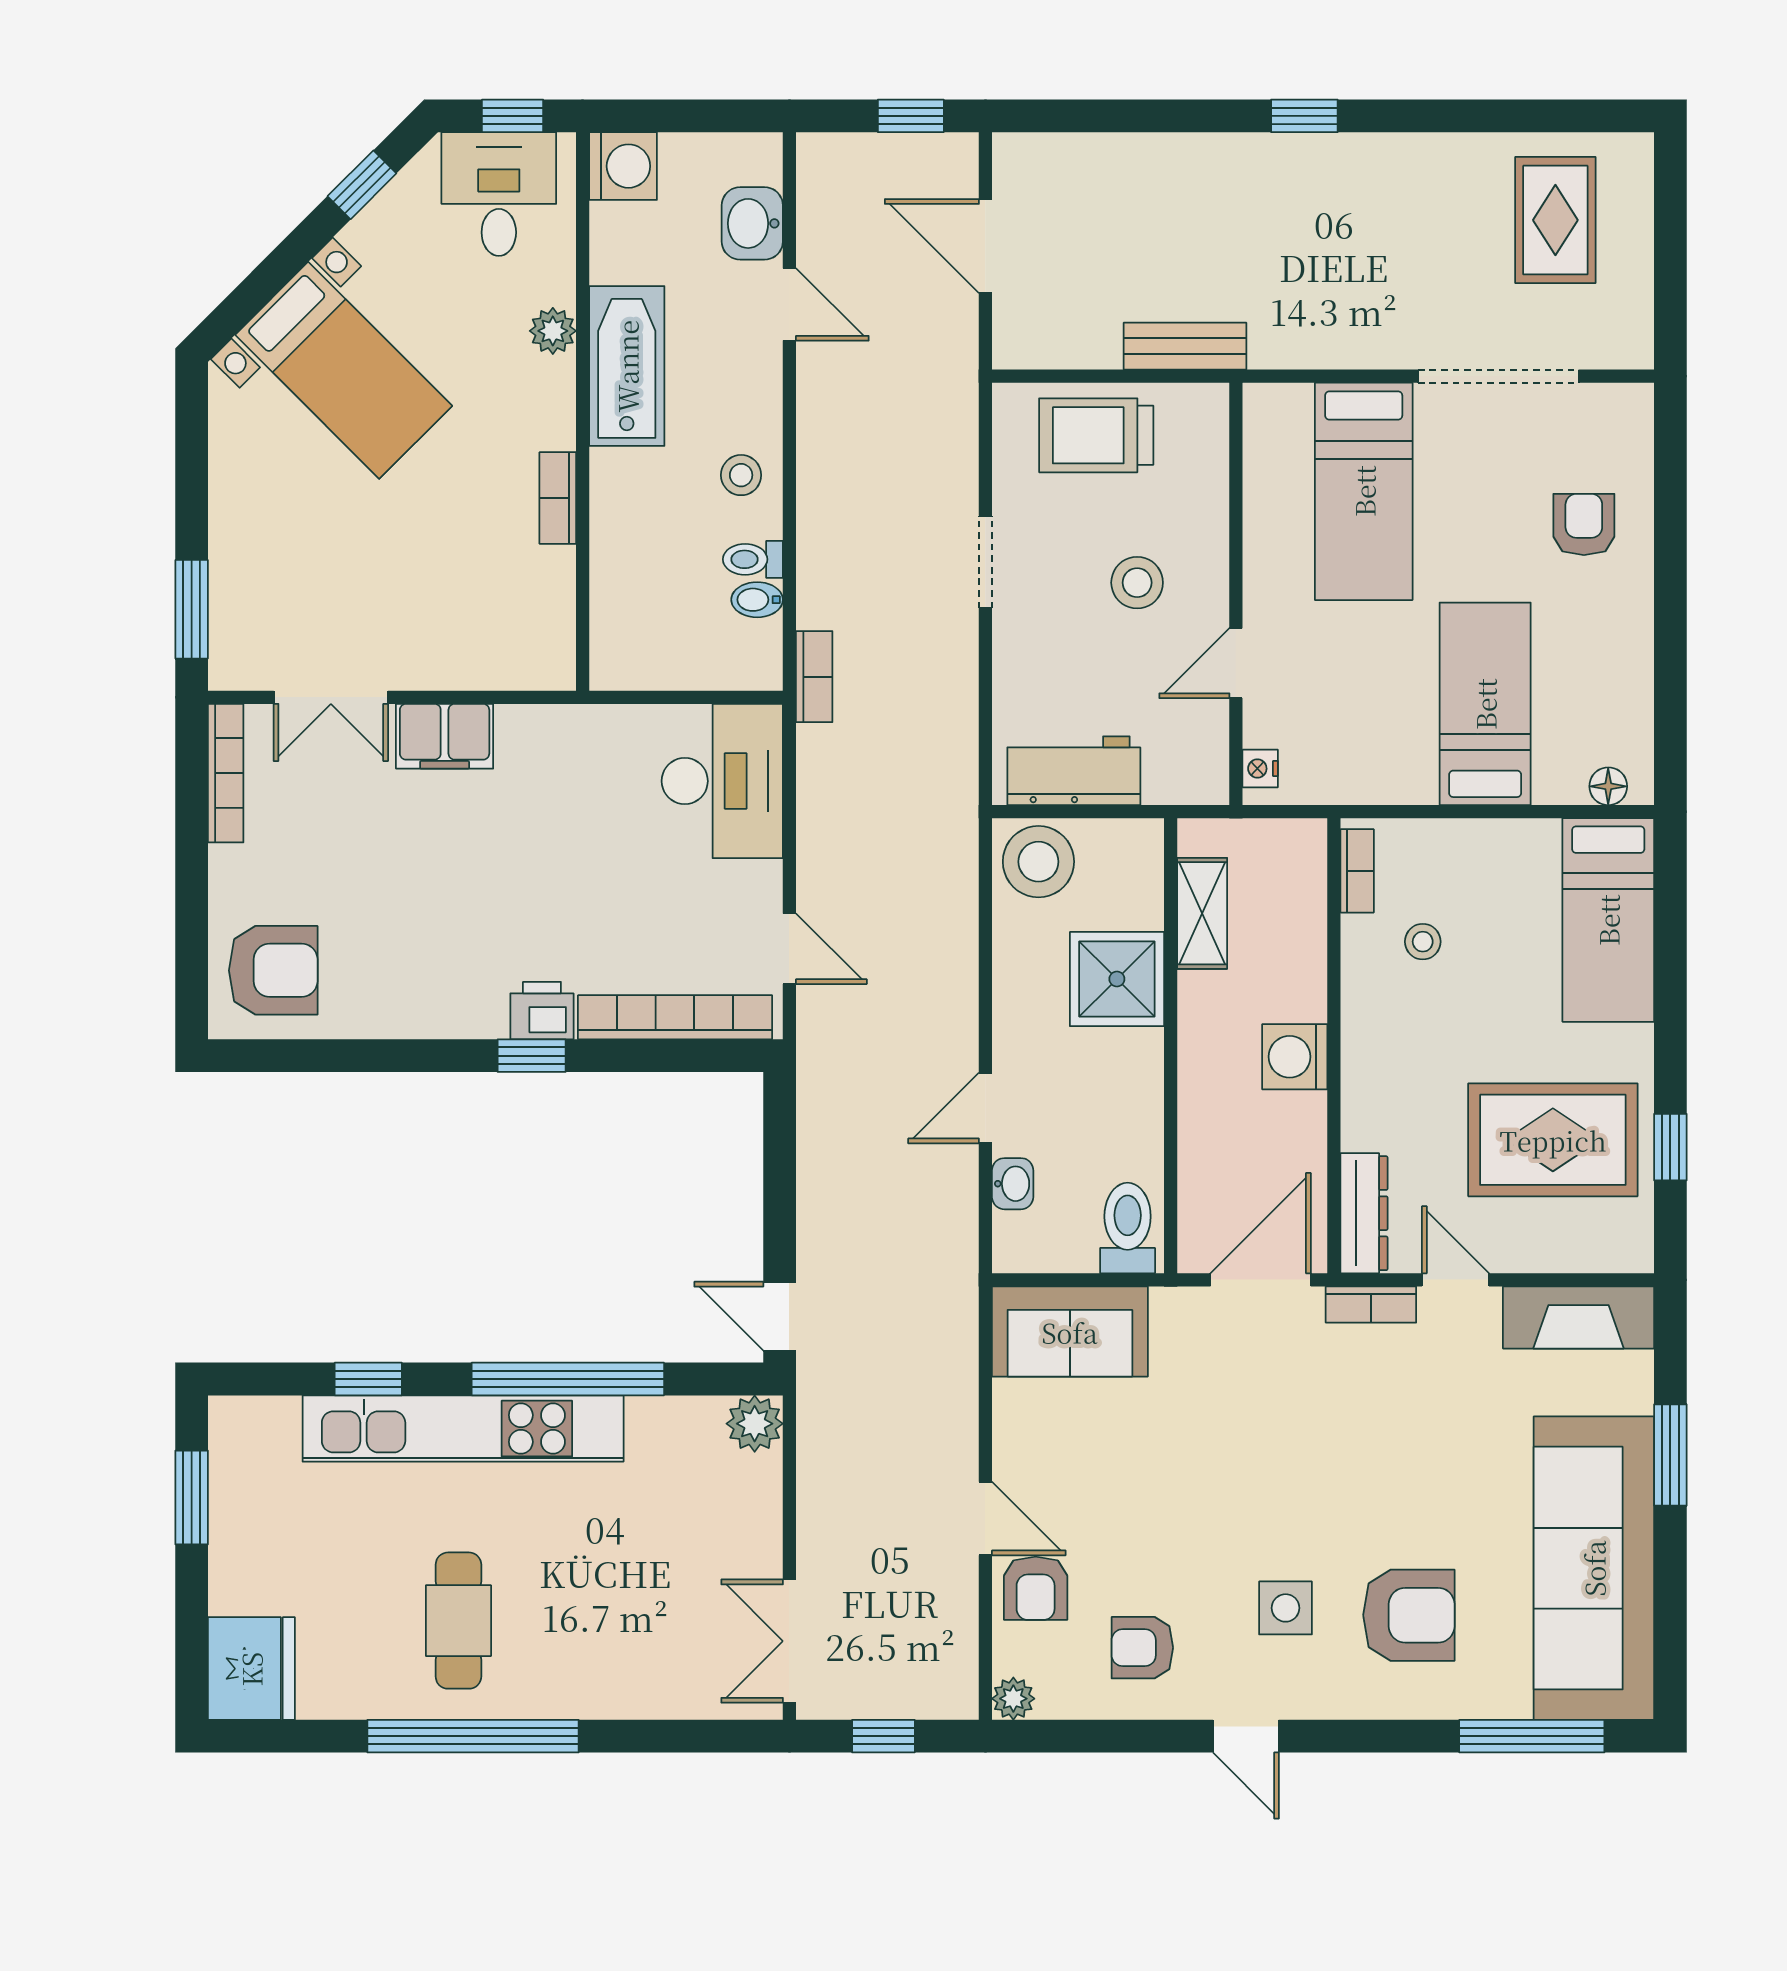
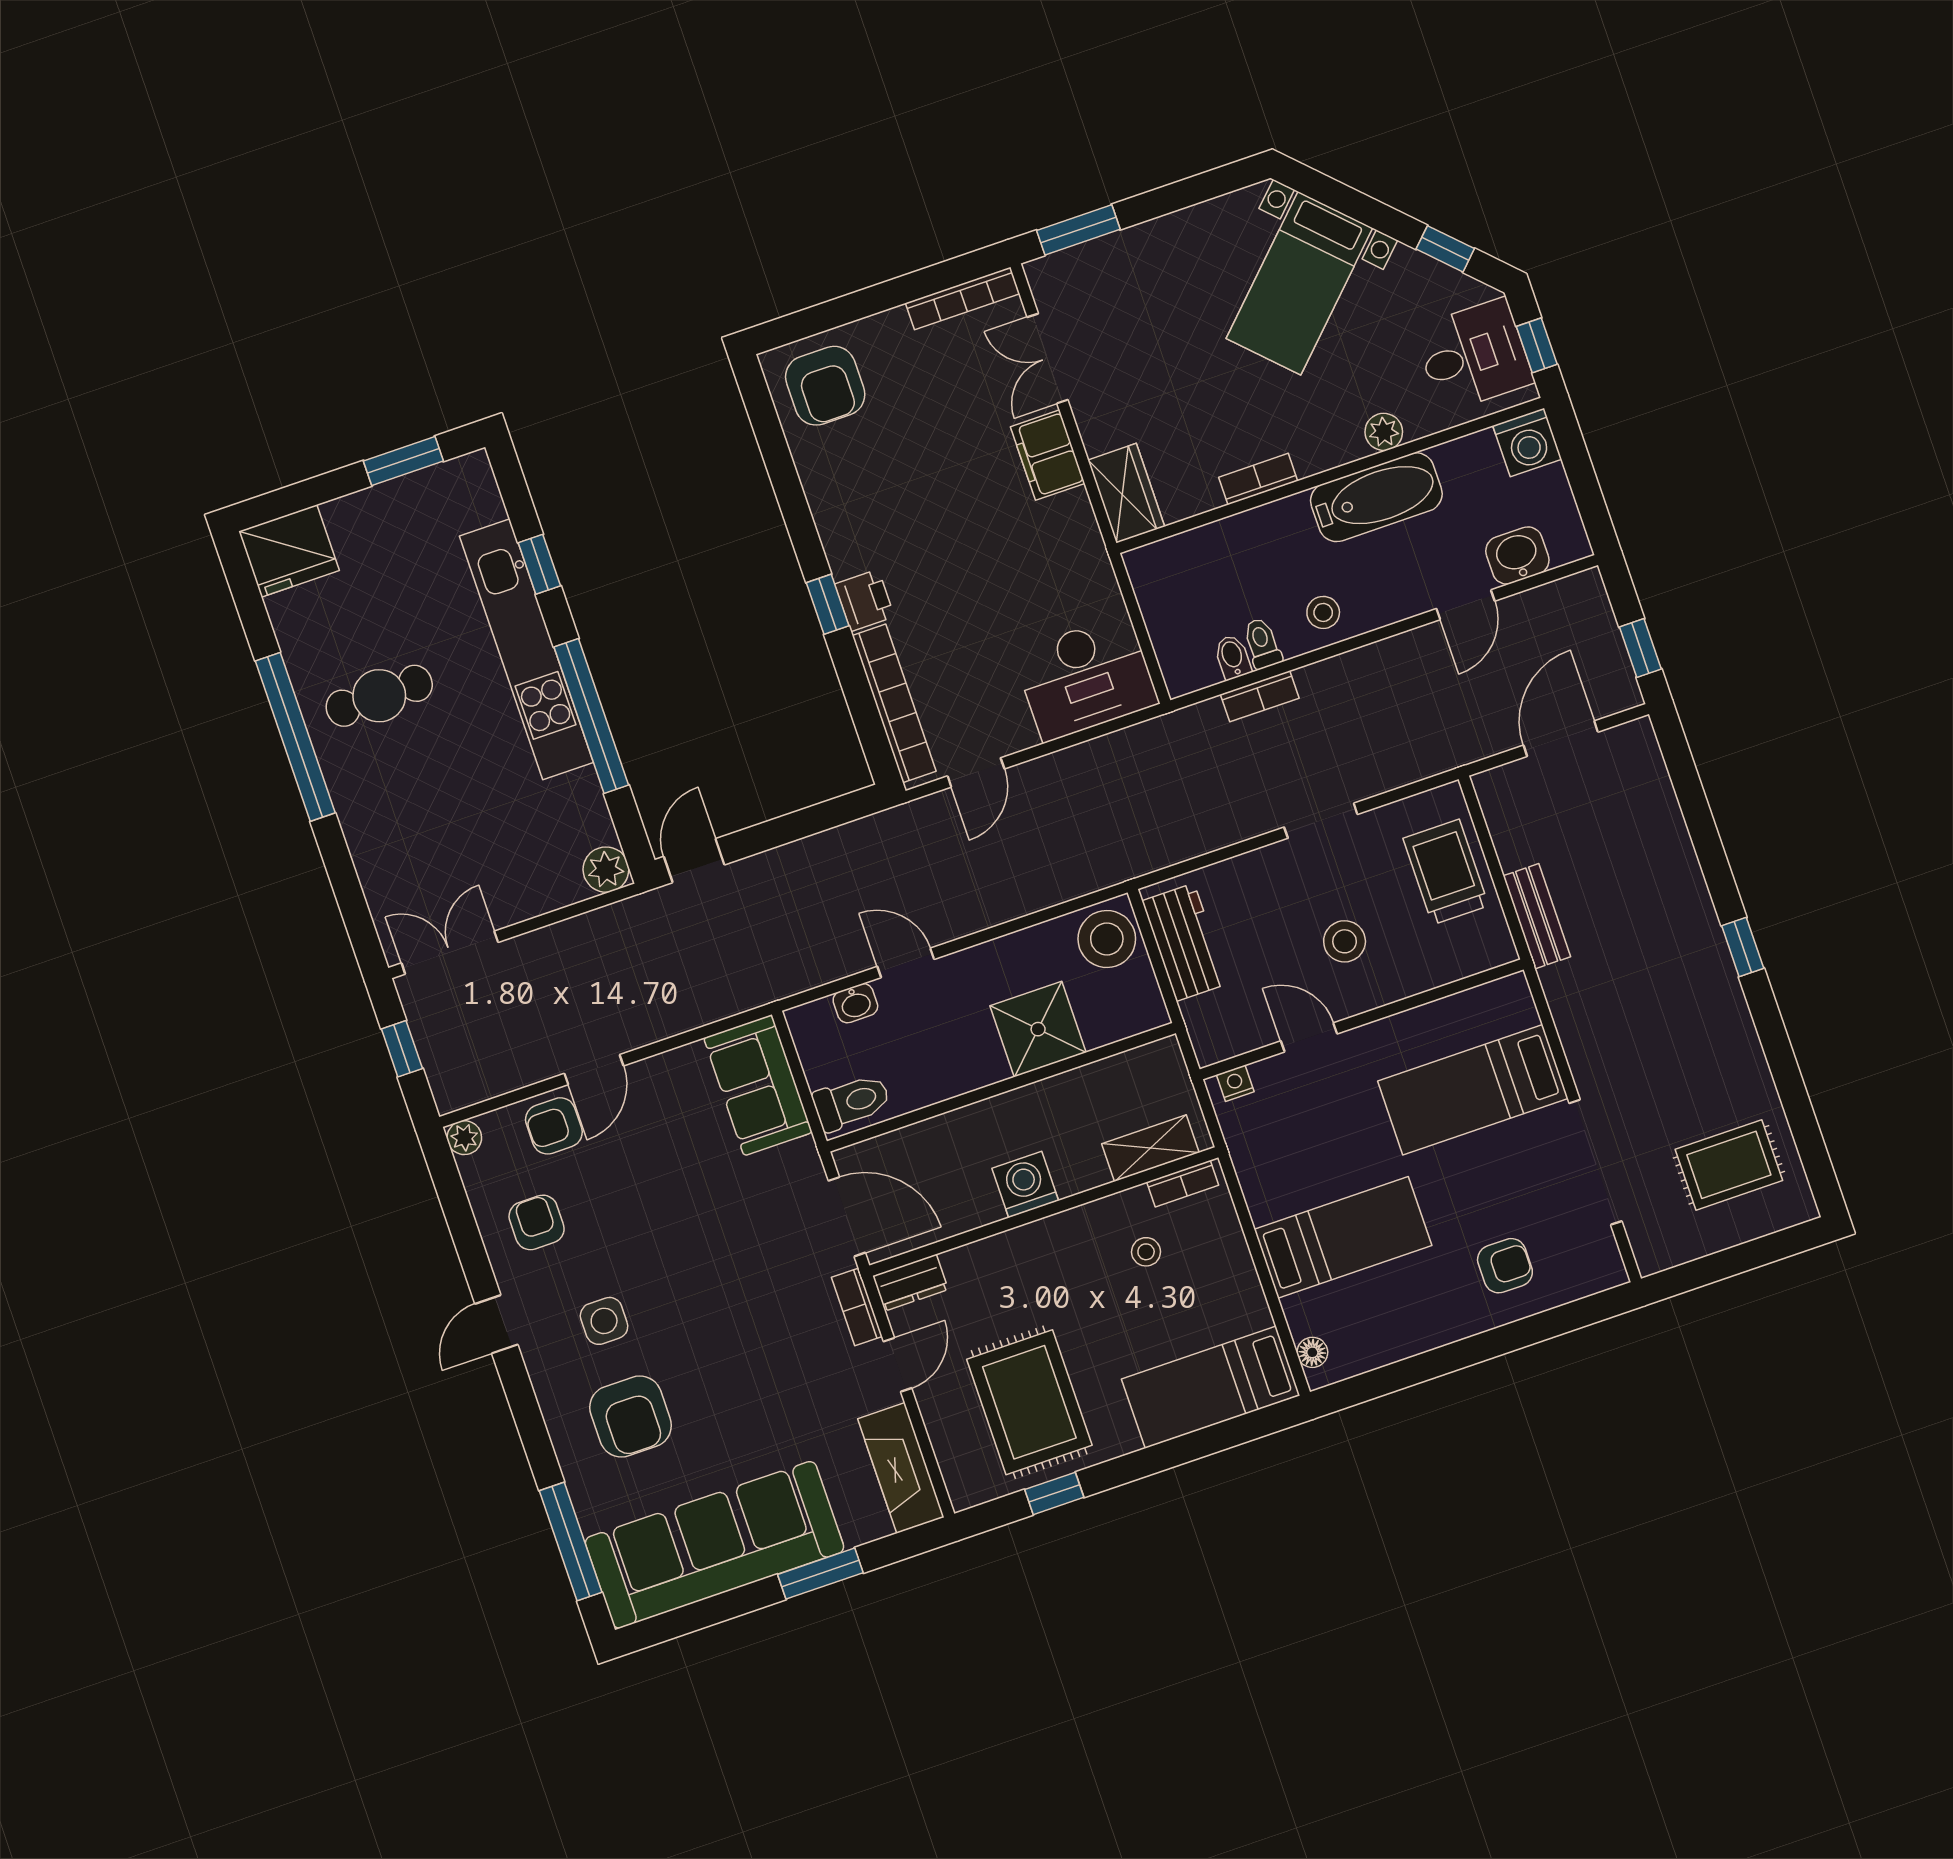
wardrobe: (521, 659) -> (1126, 493), added
bookcase: (814, 677) -> (1260, 696), moved
shelving: (1202, 913) -> (1150, 1148), moved
dresser: (1364, 1213) -> (910, 1283), width x0.70

